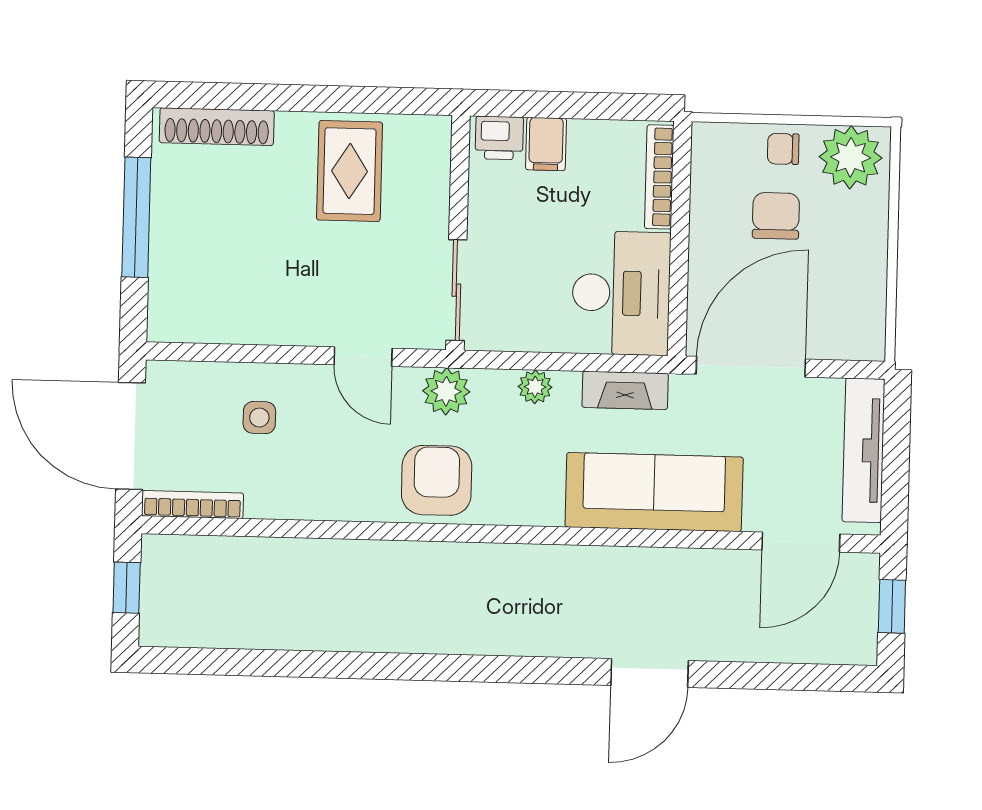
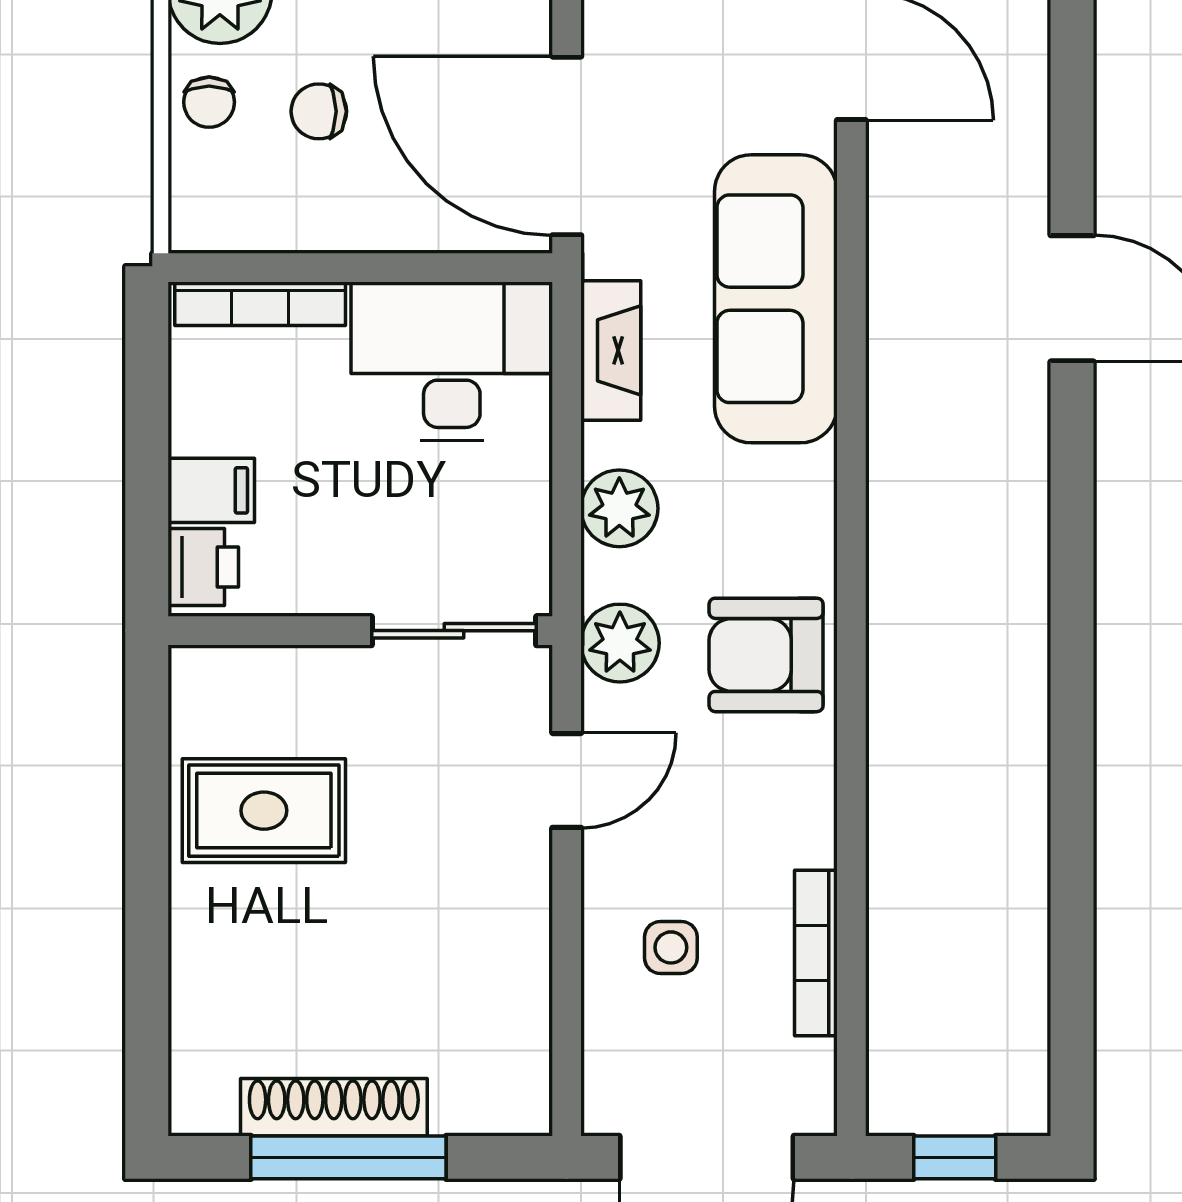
shoe rack: (217, 127) -> (334, 1107), moved, turned -90
chair: (776, 216) -> (319, 111), width x0.73, depth x0.73
plant: (535, 387) -> (619, 508), width x1.38, depth x1.38
bookcase: (192, 504) -> (816, 953), moved

